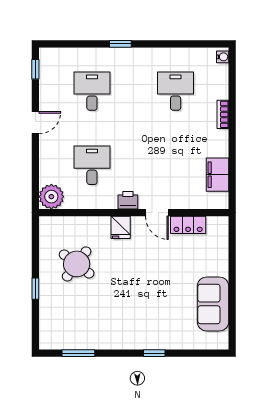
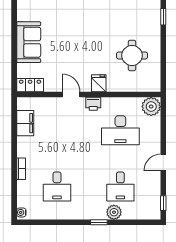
plant: (100, 57) -> (114, 212), added
desk: (92, 165) -> (120, 130), width x1.37
locker: (188, 225) -> (30, 85), moved
round table: (77, 264) -> (132, 55), turned -37
window: (35, 289) -> (163, 17), moved
sofa: (213, 304) -> (29, 42), moved

